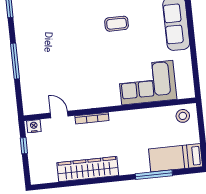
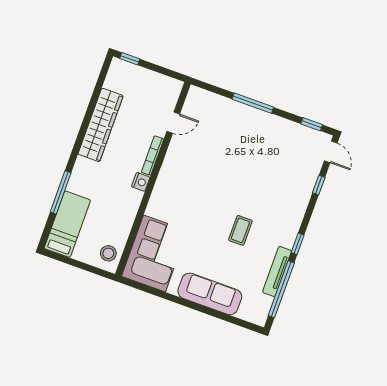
corner sofa: (147, 83) -> (154, 253), moved
nightstand: (34, 126) -> (141, 182), moved
window: (24, 146) -> (130, 59), moved

